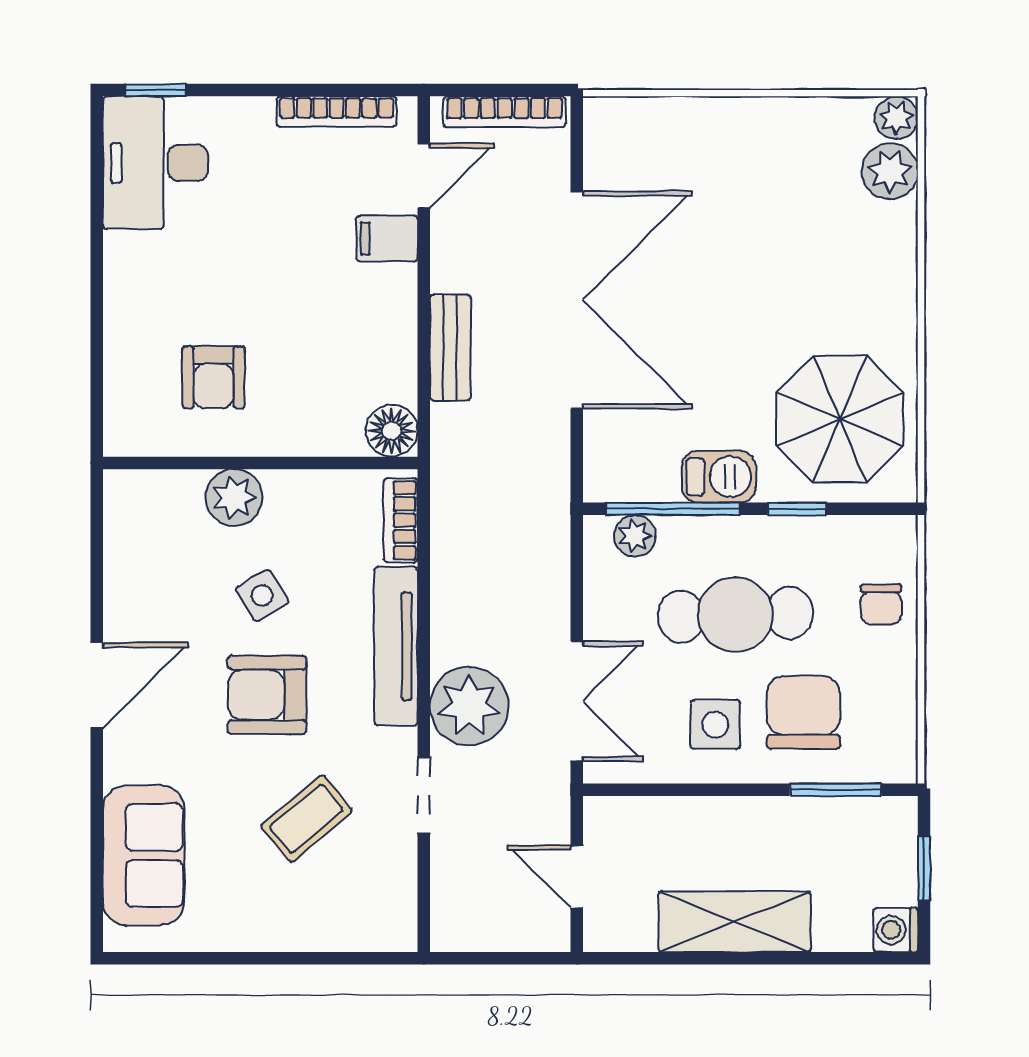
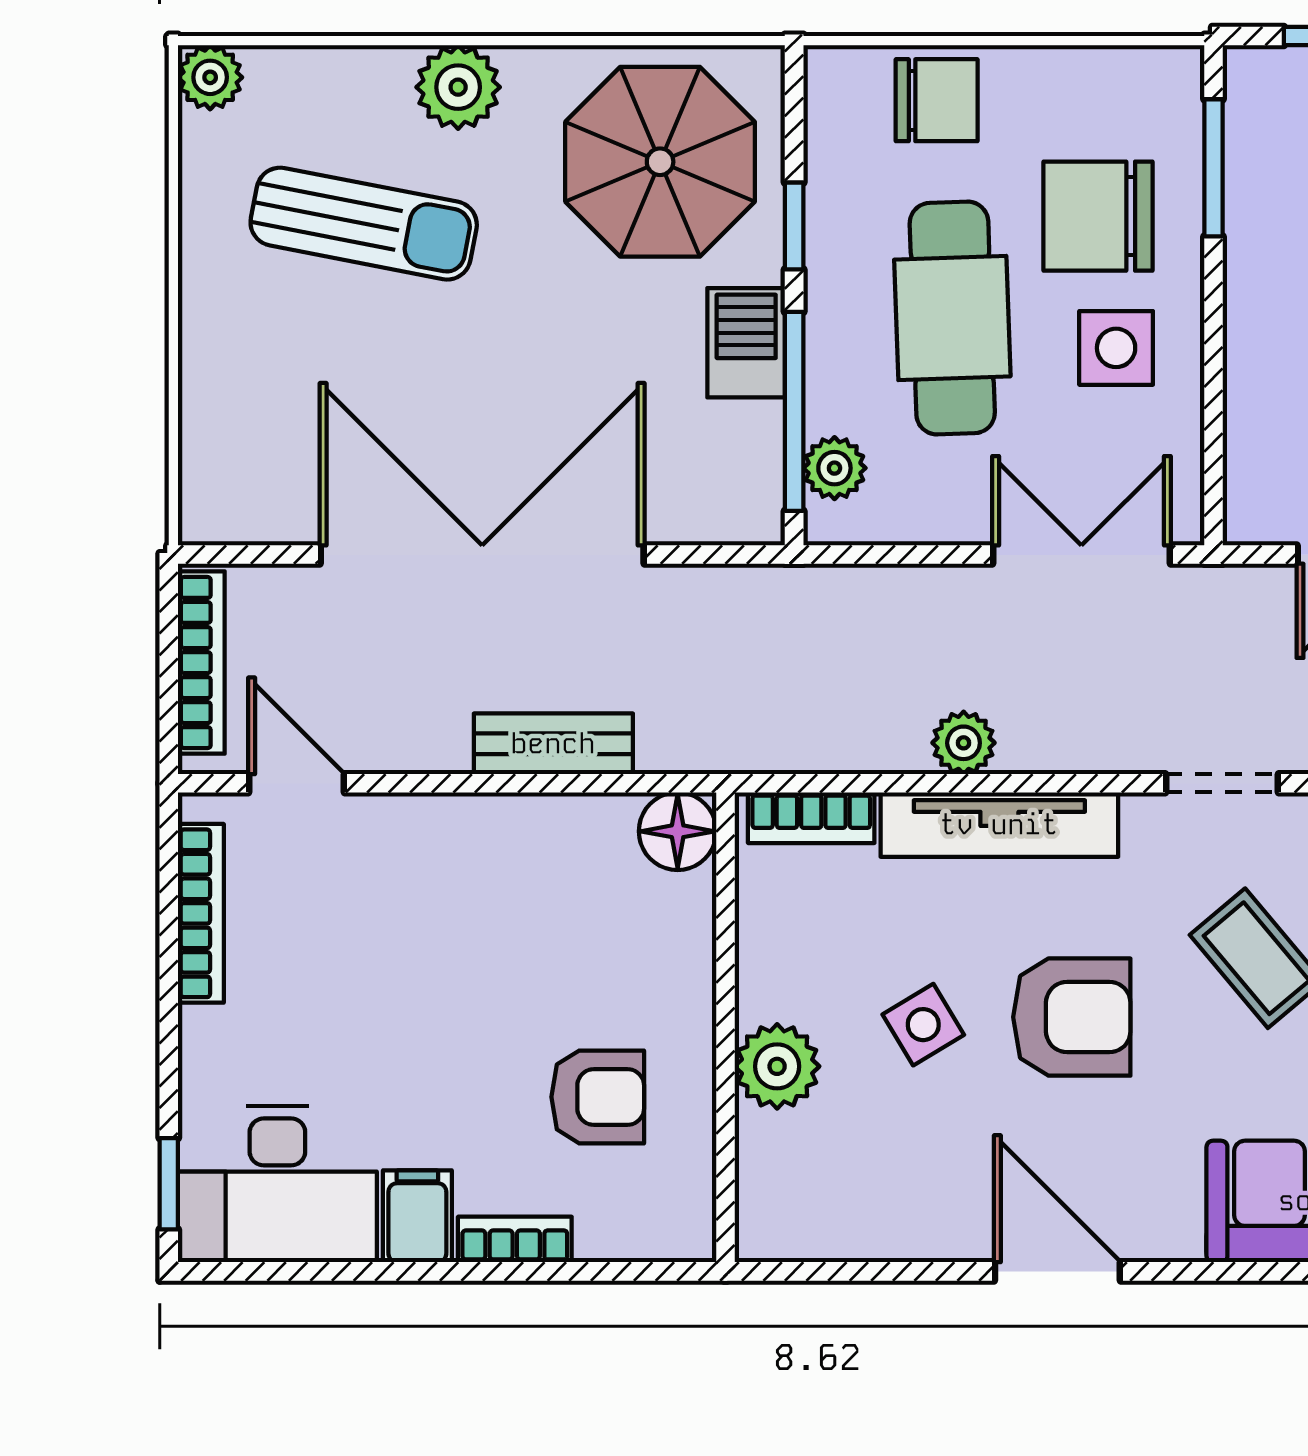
plant: (890, 171) -> (458, 87), moved
sun lounger: (799, 221) -> (364, 224), added
filing cabinet: (387, 239) -> (417, 1216), moved, turned 180
bookcase: (118, 322) -> (515, 1239), added
chair: (881, 604) -> (937, 100), width x1.37, depth x1.37
armchair: (267, 695) -> (1072, 1017), turned -90
plant: (469, 706) -> (964, 743), moved, width x0.53, depth x0.53

